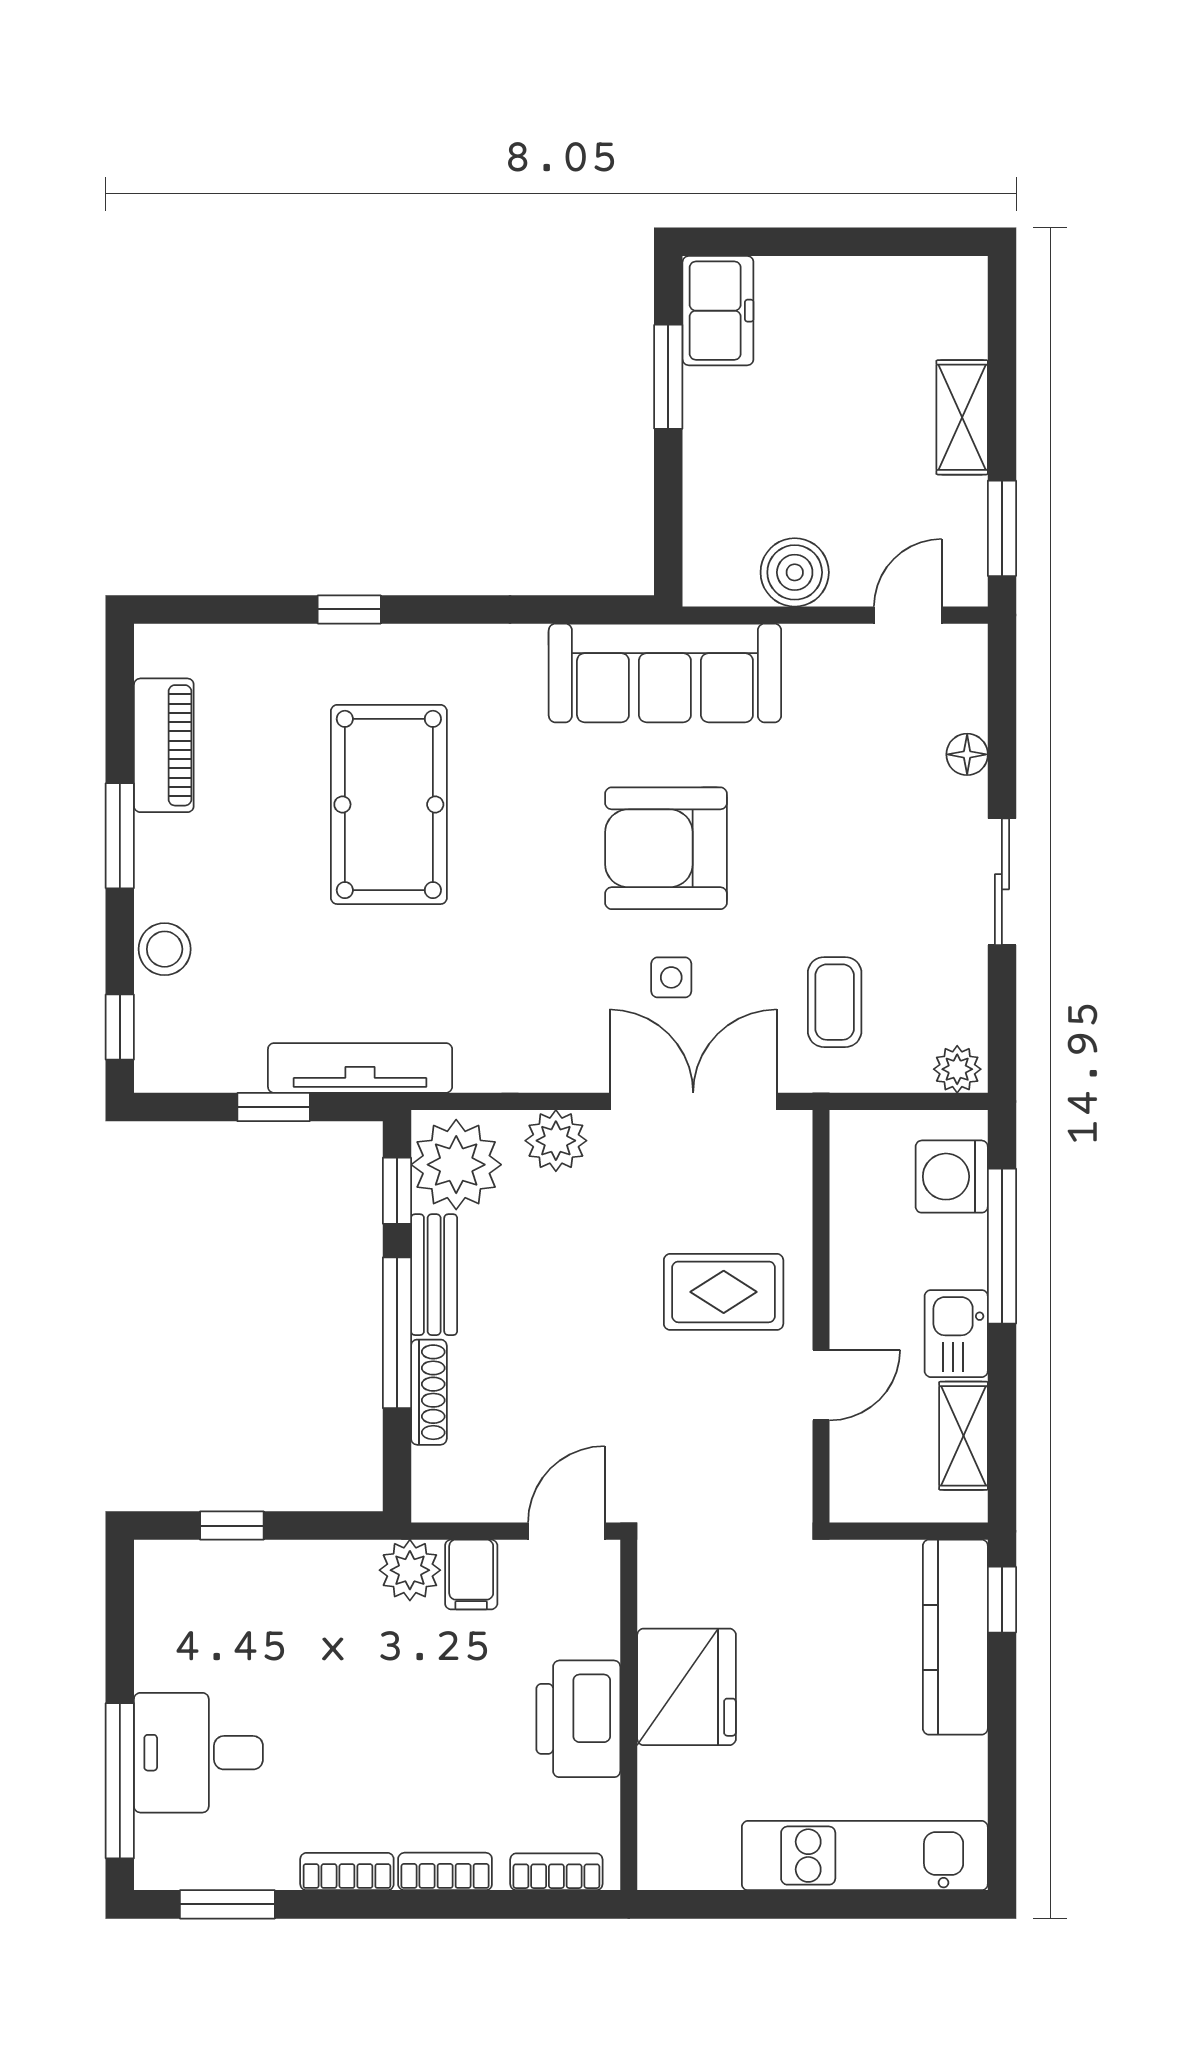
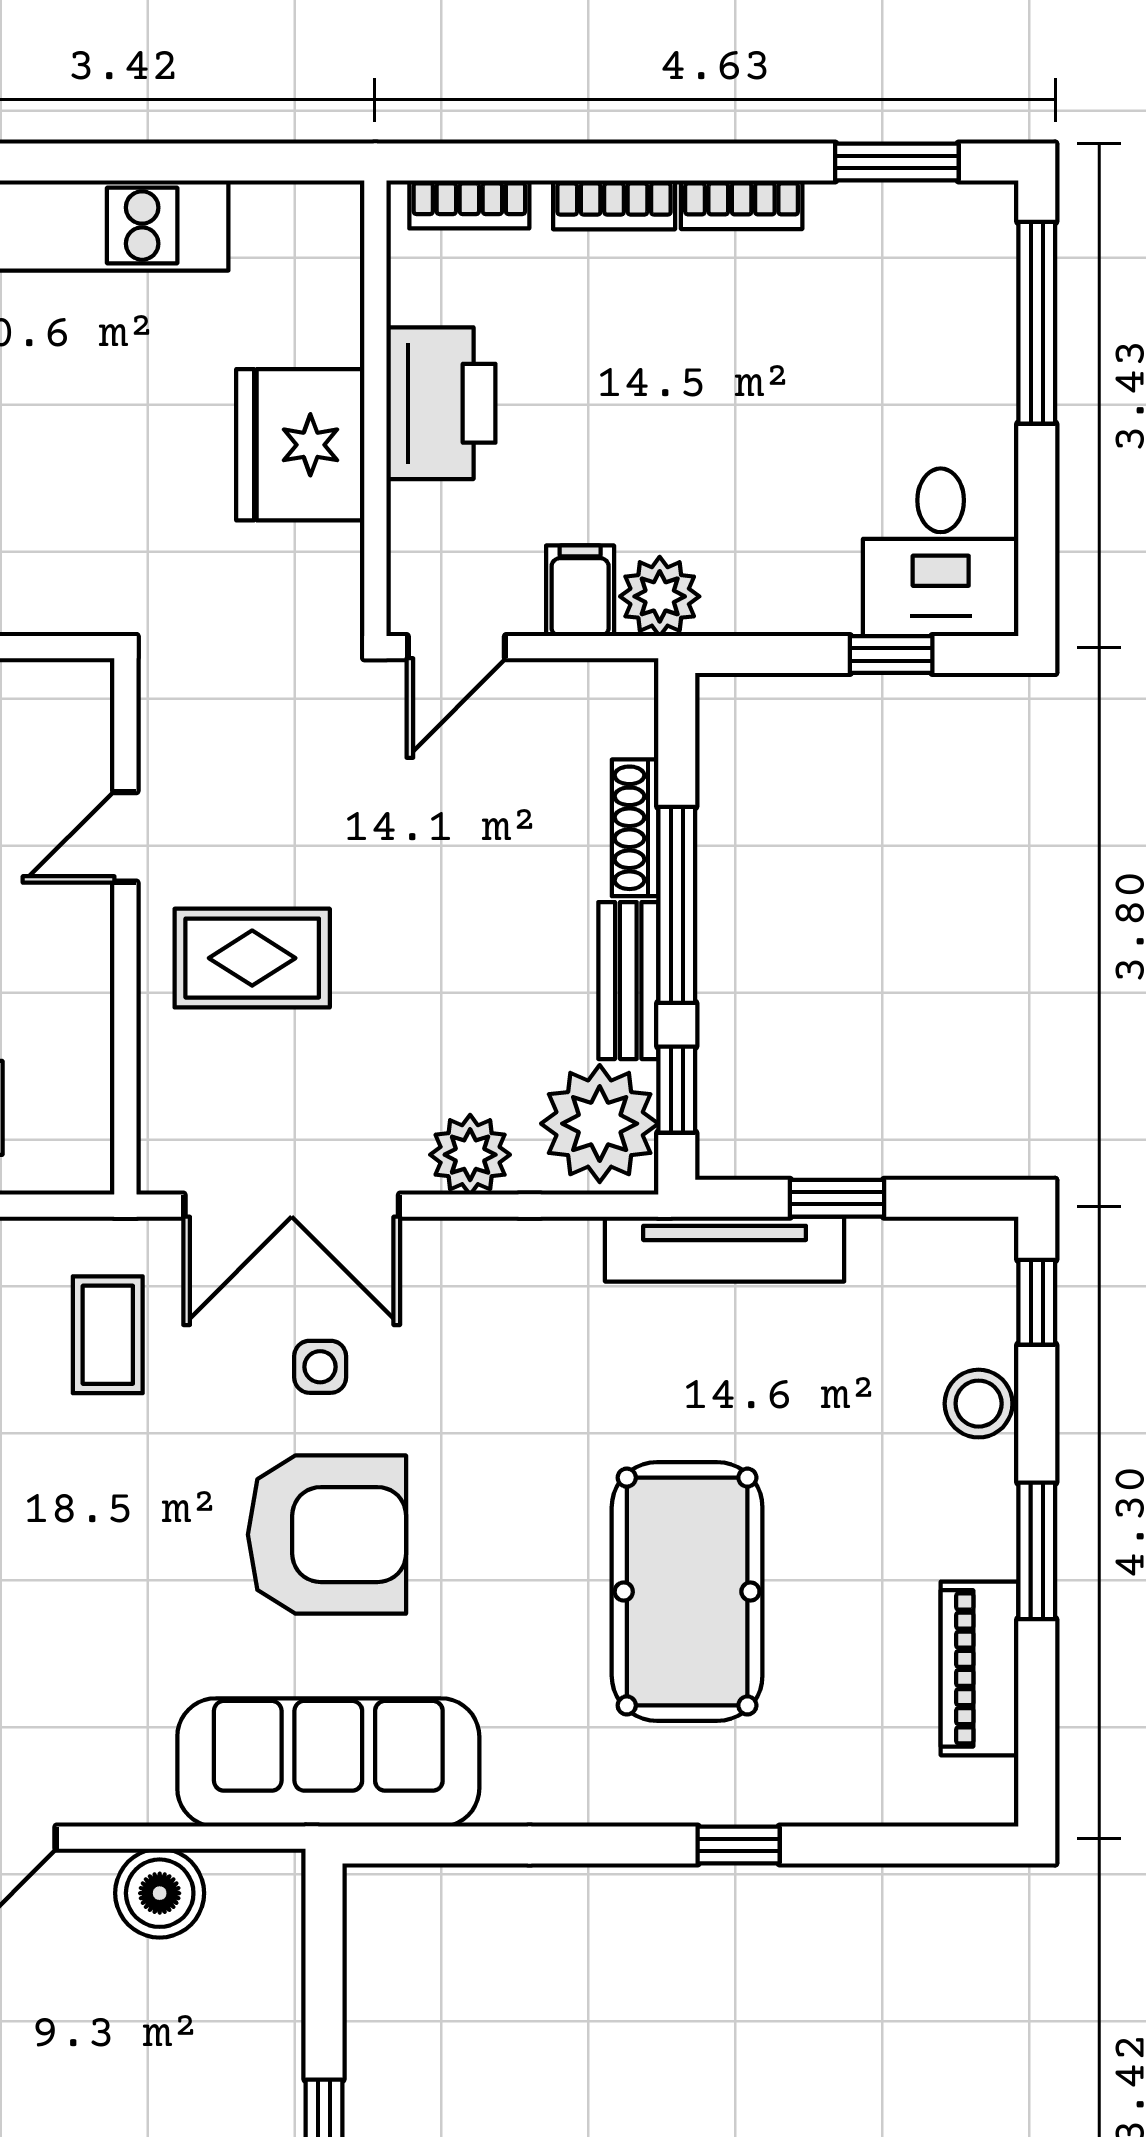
desk: (198, 1753) -> (941, 552), moved, turned 90

